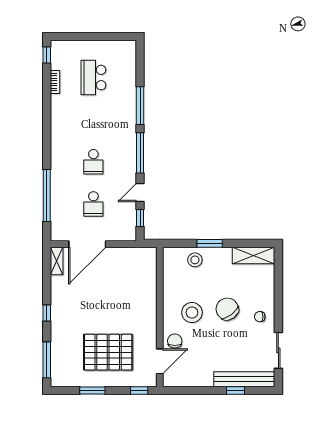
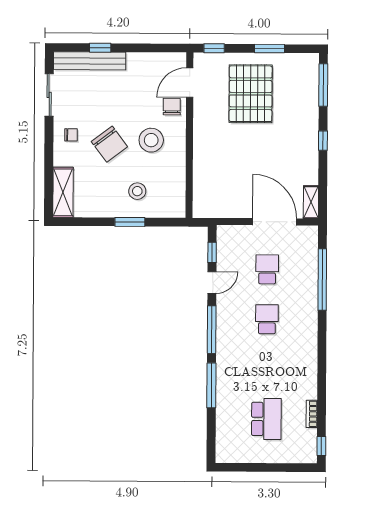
door: (87, 244) -> (275, 222), hinge flipped
shelving: (254, 255) -> (63, 192), moved, turned 90
stool: (195, 260) -> (137, 191), moved
chair: (175, 341) -> (172, 107), turned 180
pallet: (108, 352) -> (251, 94), turned 90

